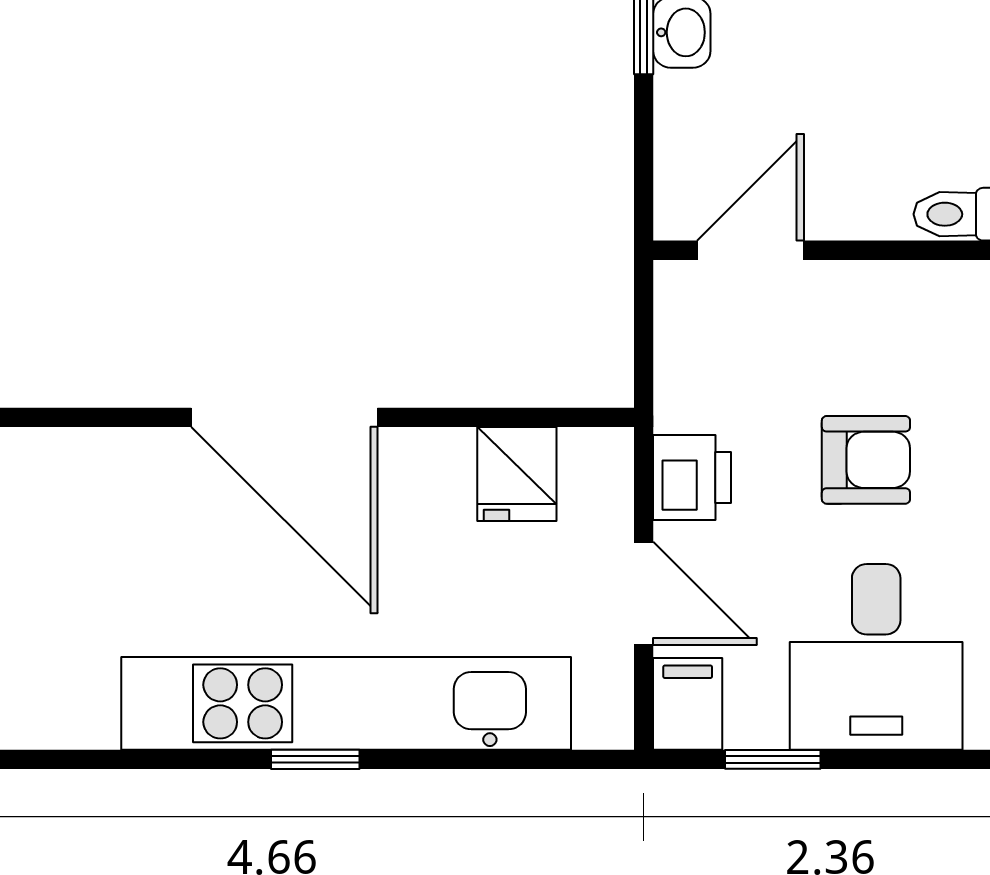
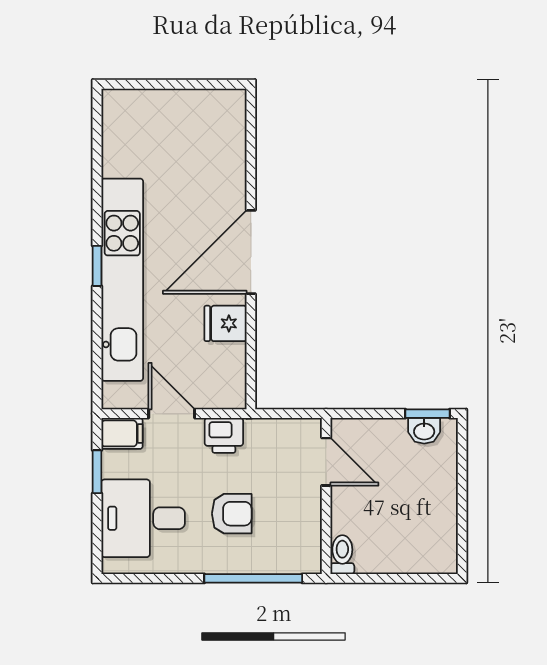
armchair: (866, 460) -> (232, 514), turned -90
fridge: (517, 474) -> (225, 323), moved
door: (644, 593) -> (172, 414), swing flipped

